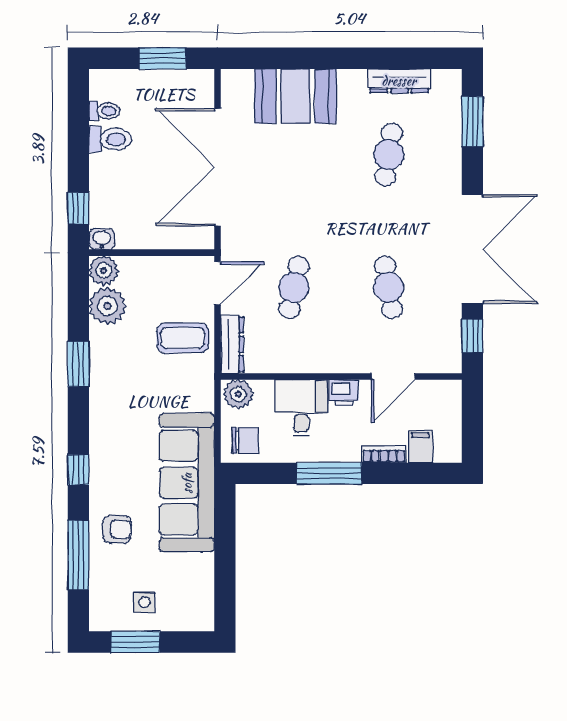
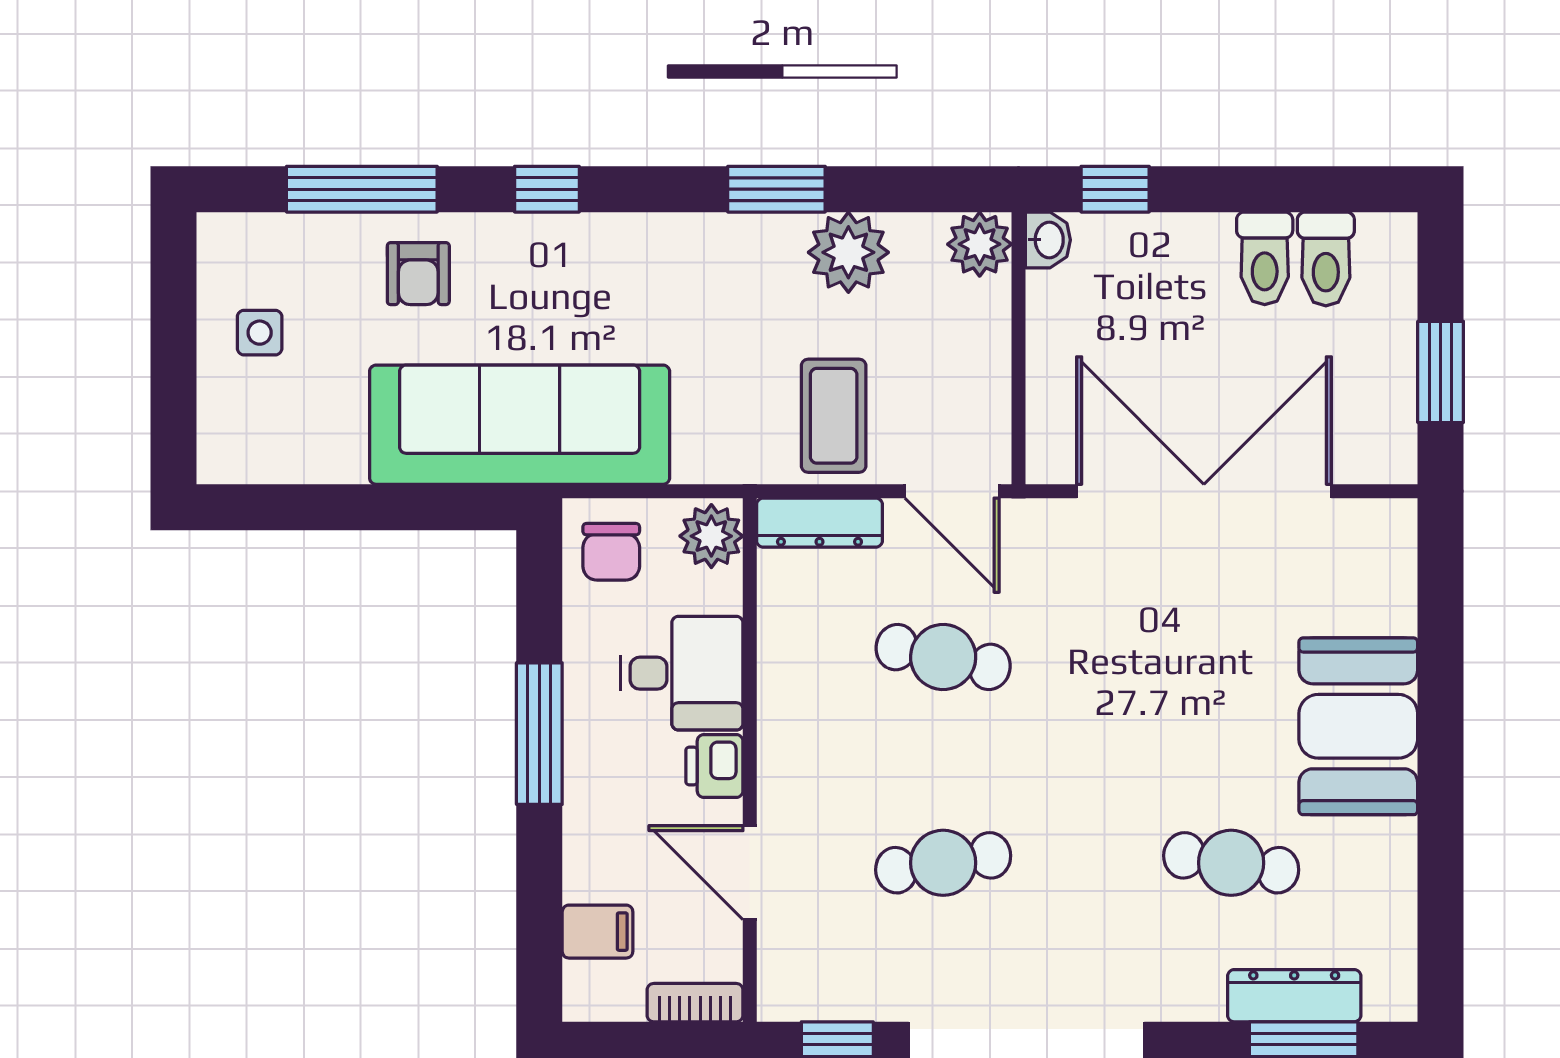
dresser: (399, 81) -> (1294, 996), moved, turned 90
booth: (295, 96) -> (1358, 726), moved
toilet: (104, 111) -> (1326, 259), width x1.37, depth x1.39
plant: (107, 306) -> (848, 252), moved
bookcase: (384, 454) -> (695, 1003), moved, turned -90
window: (135, 642) -> (173, 313), removed

